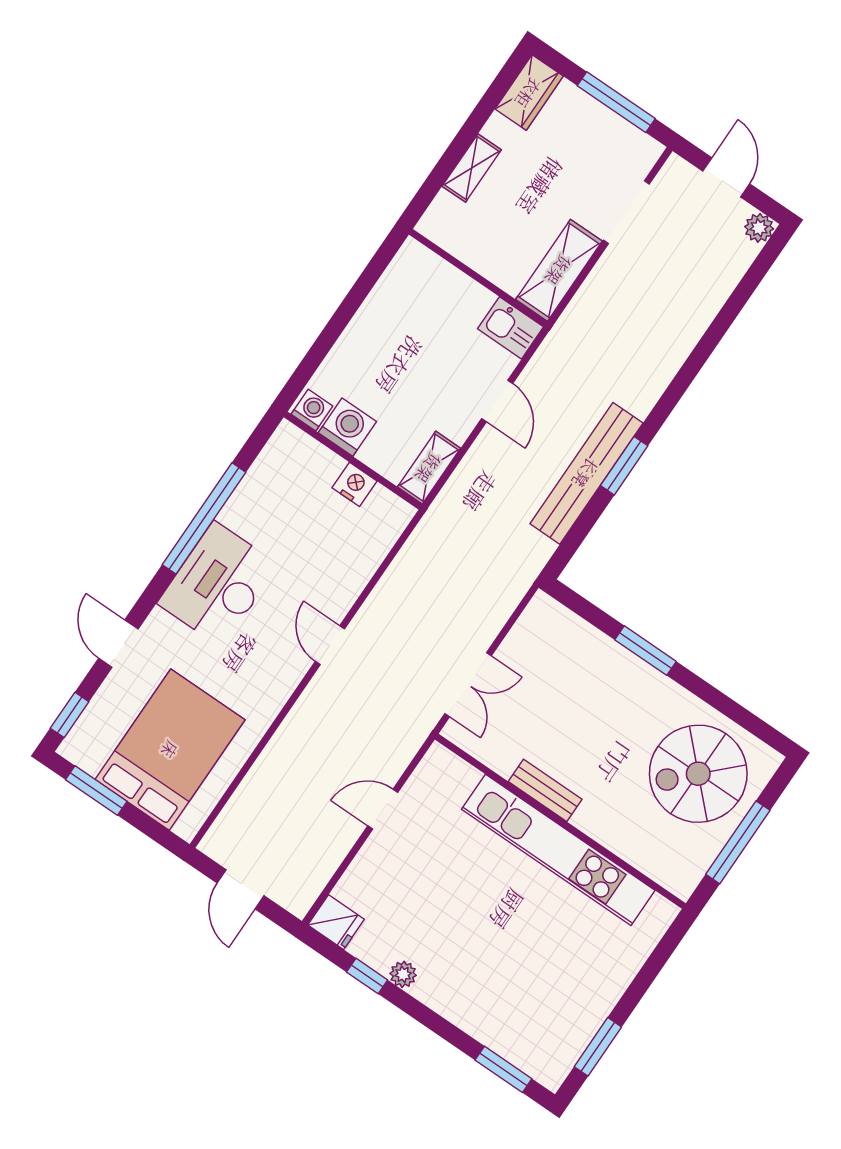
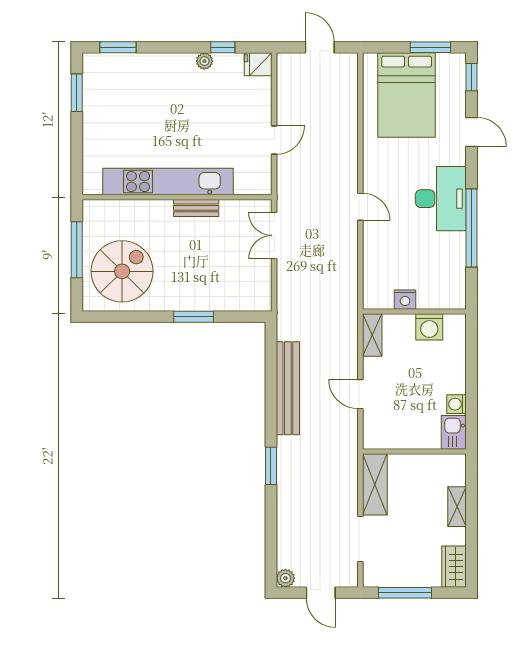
kitchen sink: (511, 328) -> (454, 432), moved, turned -90
washing machine: (312, 410) -> (456, 404), moved, turned 90
window: (624, 466) -> (271, 466), moved

